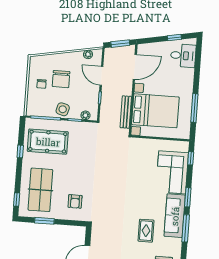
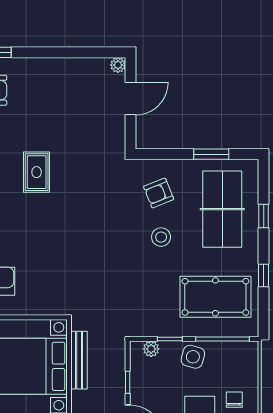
stool: (75, 177) -> (161, 237), added
window: (17, 199) -> (264, 216), moved
armchair: (75, 201) -> (159, 193), turned -112
rug: (146, 231) -> (37, 172), moved

